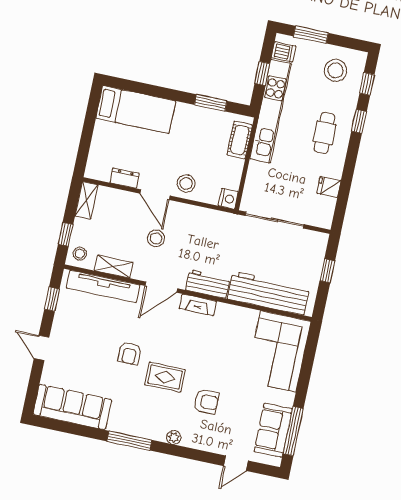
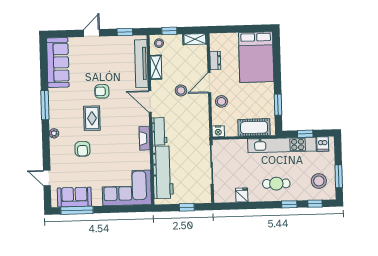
window: (311, 35) -> (339, 176), moved
bed: (136, 110) -> (256, 57), width x1.50
cot: (240, 140) -> (254, 127), width x1.37, depth x1.34
fireplace: (198, 305) -> (145, 138), moved

